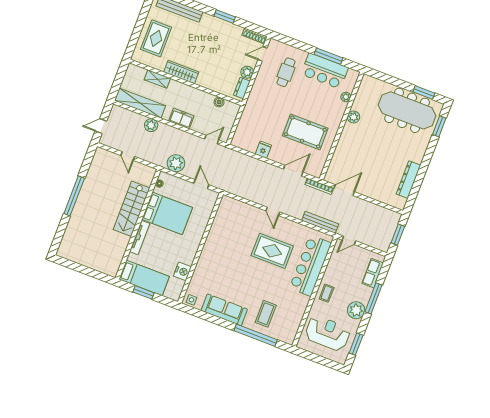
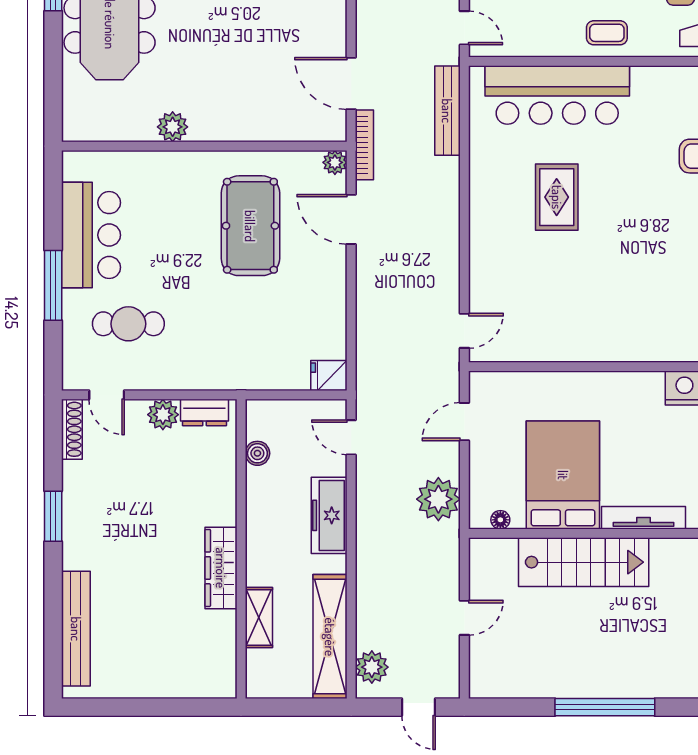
rug: (156, 38) -> (165, 657), removed
window: (328, 56) -> (53, 285), moved
plant: (346, 97) -> (335, 162), moved
freezer: (181, 119) -> (329, 515), width x1.40
plant: (151, 125) -> (372, 667), moved
fridge: (263, 150) -> (329, 376), moved
door: (273, 211) -> (464, 331), moved
rug: (272, 251) -> (557, 197), width x0.73, depth x0.70

